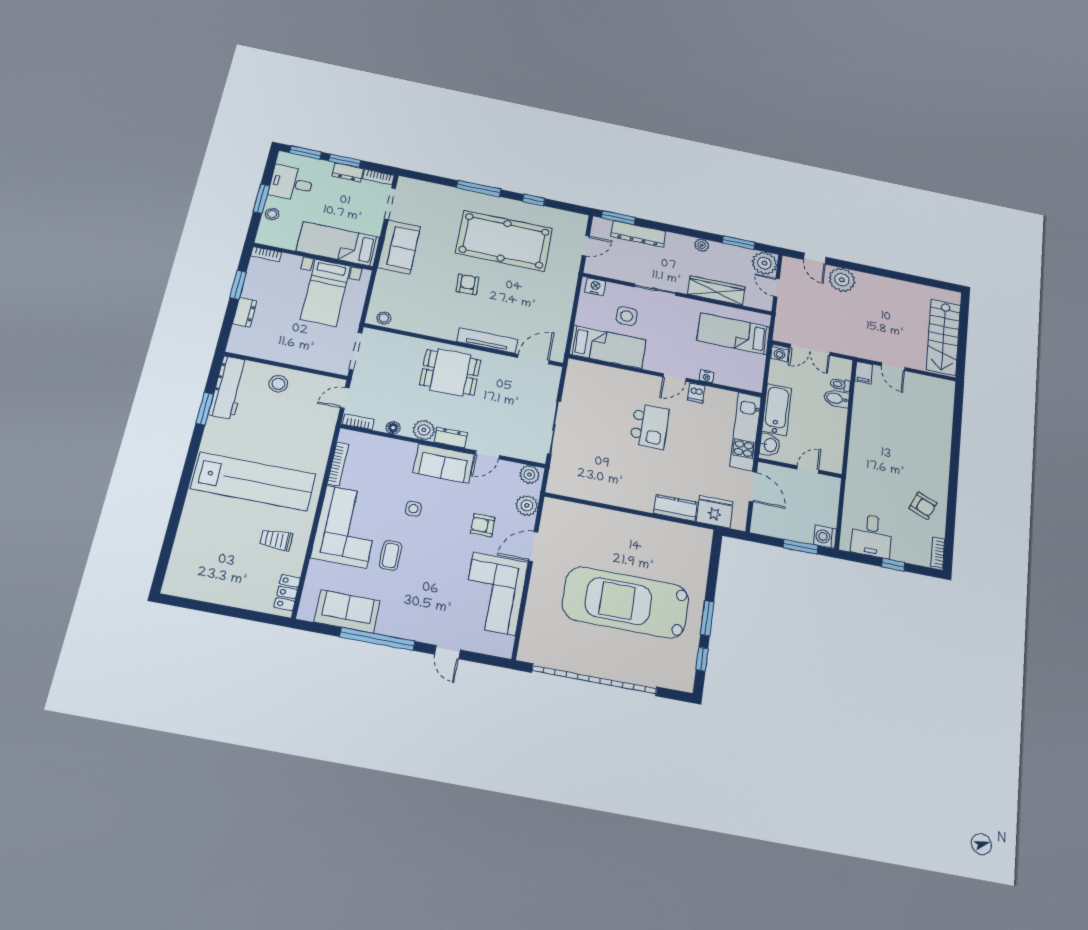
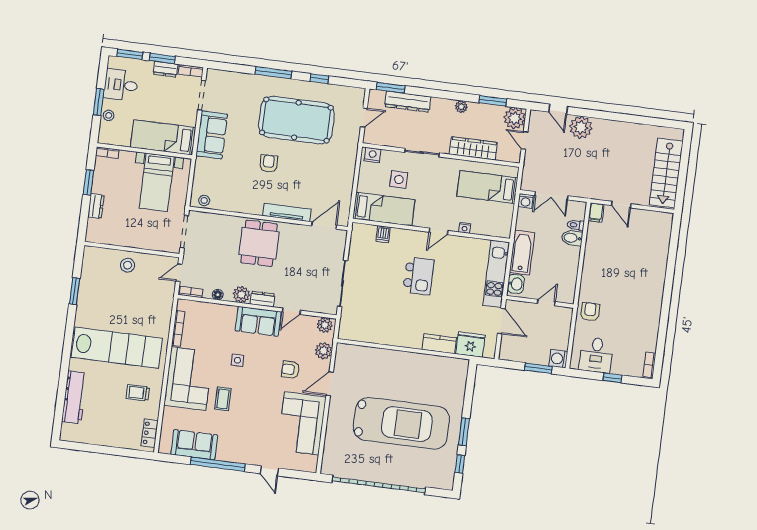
dining table: (450, 372) -> (259, 243), turned 90
workbench: (229, 388) -> (74, 397), moved
dishwasher: (696, 393) -> (383, 234), moved
armchair: (923, 506) -> (590, 312), moved, turned -113
car: (626, 602) -> (401, 423), turned 180

